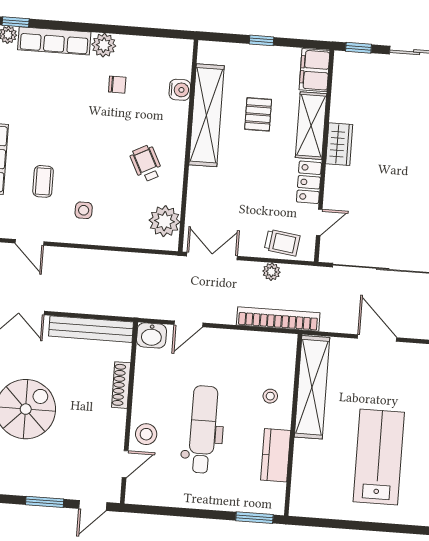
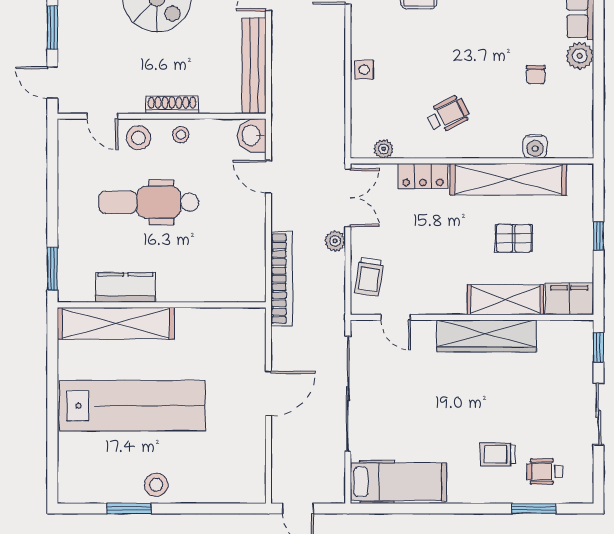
wardrobe: (339, 144) -> (487, 336), width x2.10, depth x1.17
locker: (309, 182) -> (423, 176), moved, turned 180
side table: (84, 210) -> (364, 70), moved
plant: (165, 221) -> (384, 149), width x0.53, depth x0.53
plant: (271, 272) -> (335, 241), moved
shoe rack: (121, 385) -> (172, 105), moved
shelving: (312, 387) -> (116, 323), moved
stool: (270, 396) -> (181, 135), moved
dental chair: (203, 429) -> (149, 202), turned 180
lab bench: (379, 457) -> (132, 406), width x1.36

